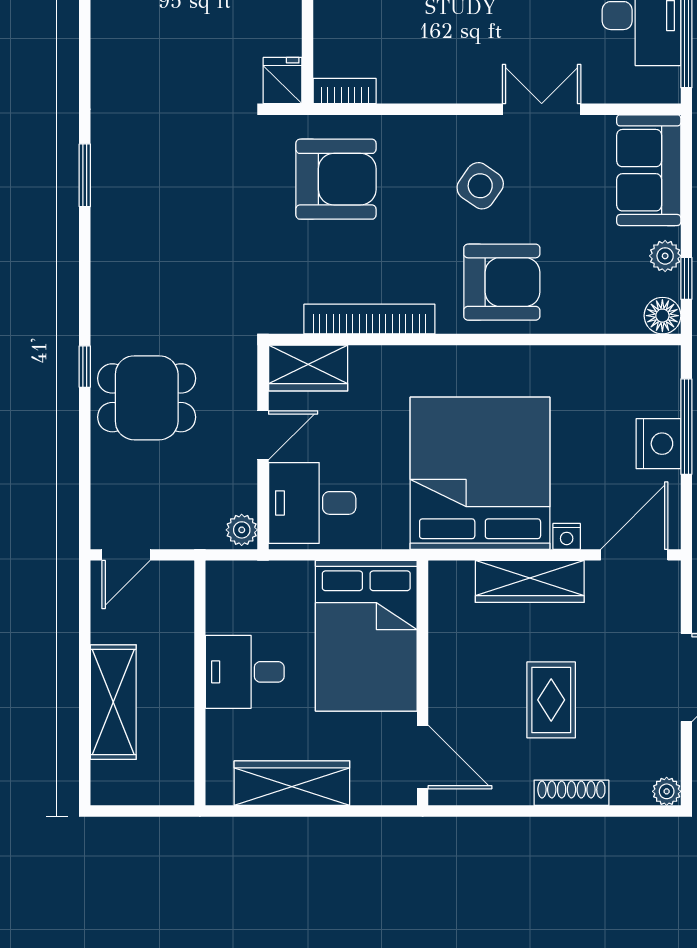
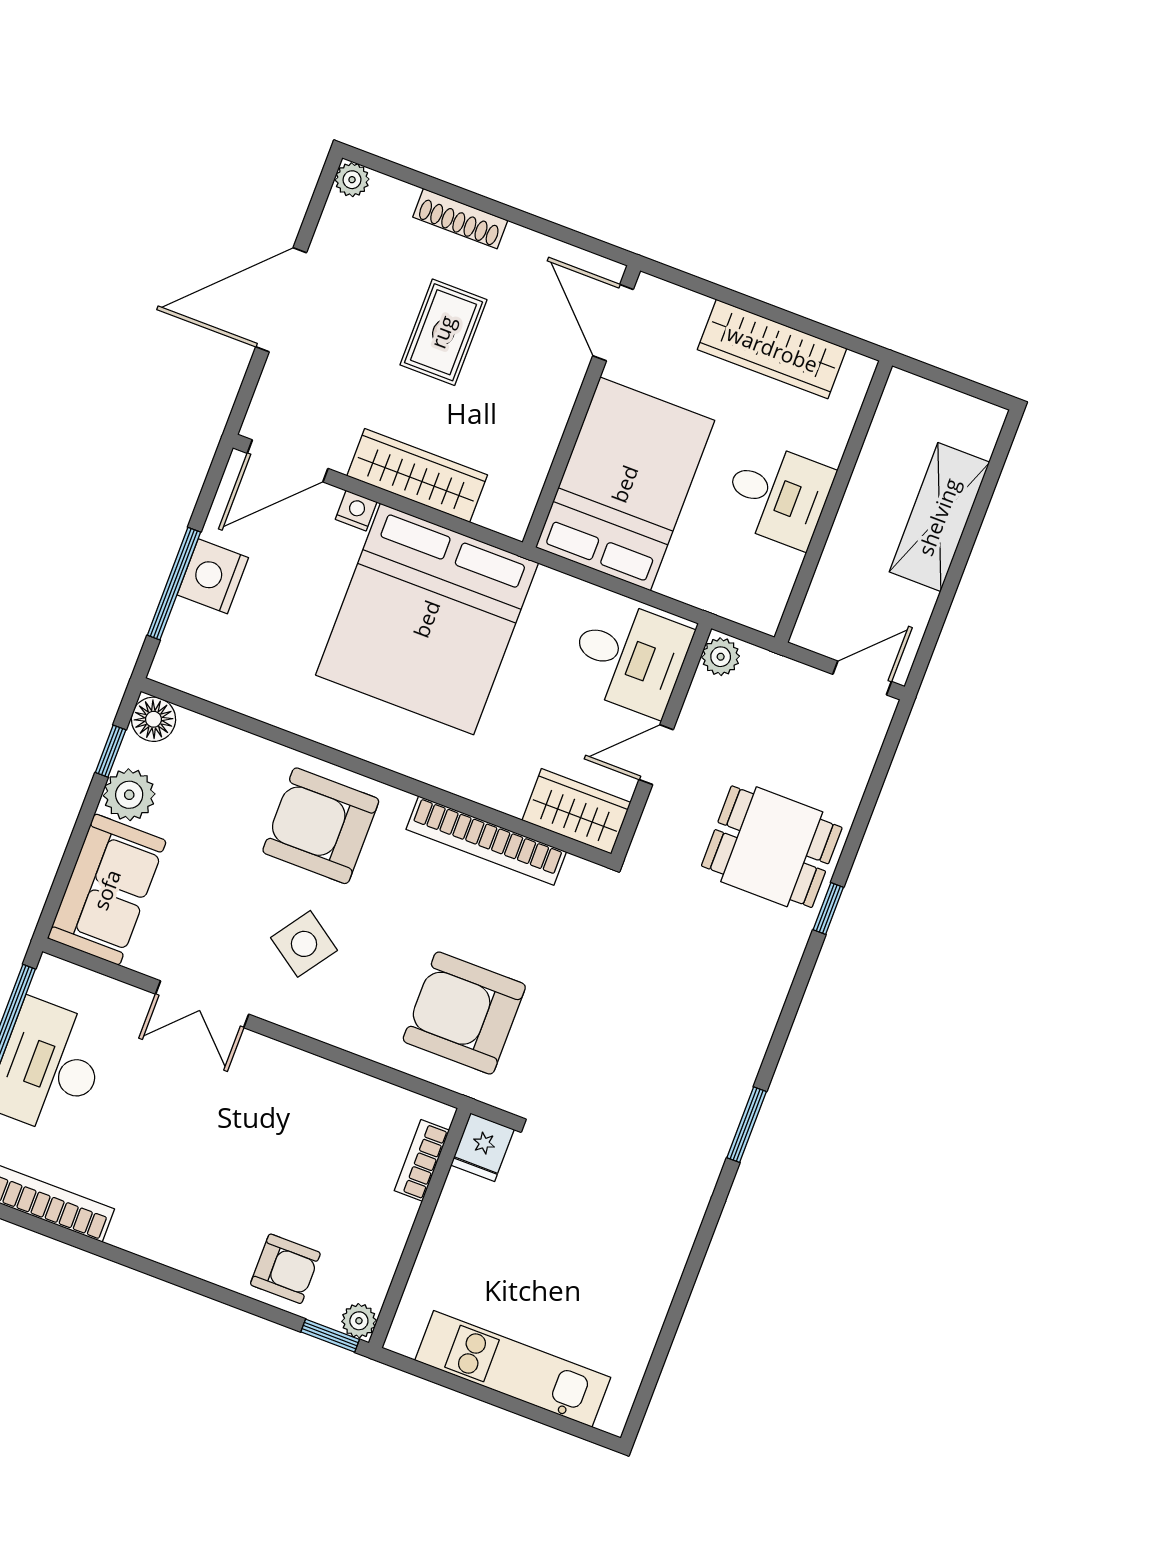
bookcase: (345, 91) -> (422, 1160), moved, turned 90
plant: (665, 256) -> (129, 795), width x1.38, depth x1.38

